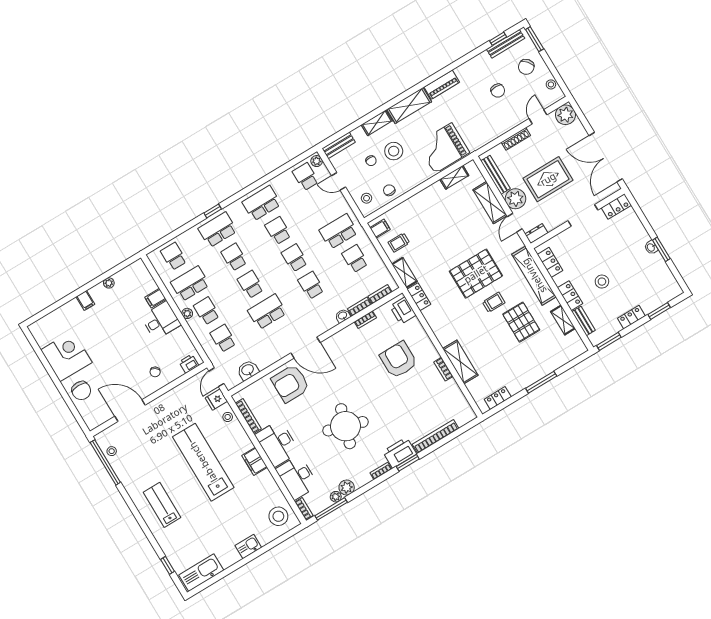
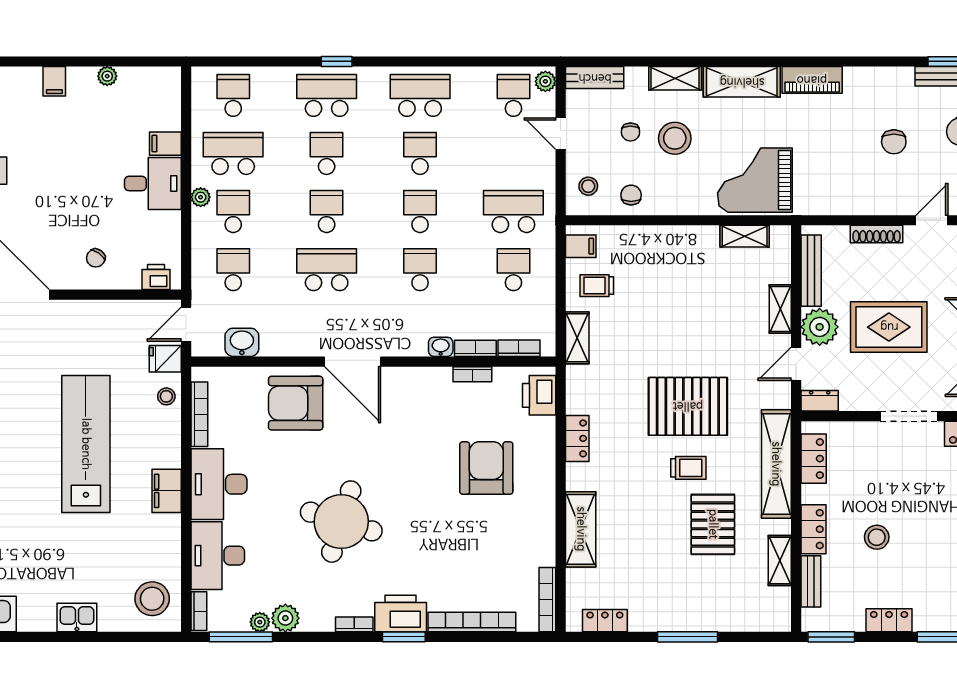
shelving: (490, 203) -> (780, 309), width x0.67, depth x0.75
locker: (419, 297) -> (577, 438), moved
bookcase: (443, 369) -> (547, 600), moved, width x1.56

